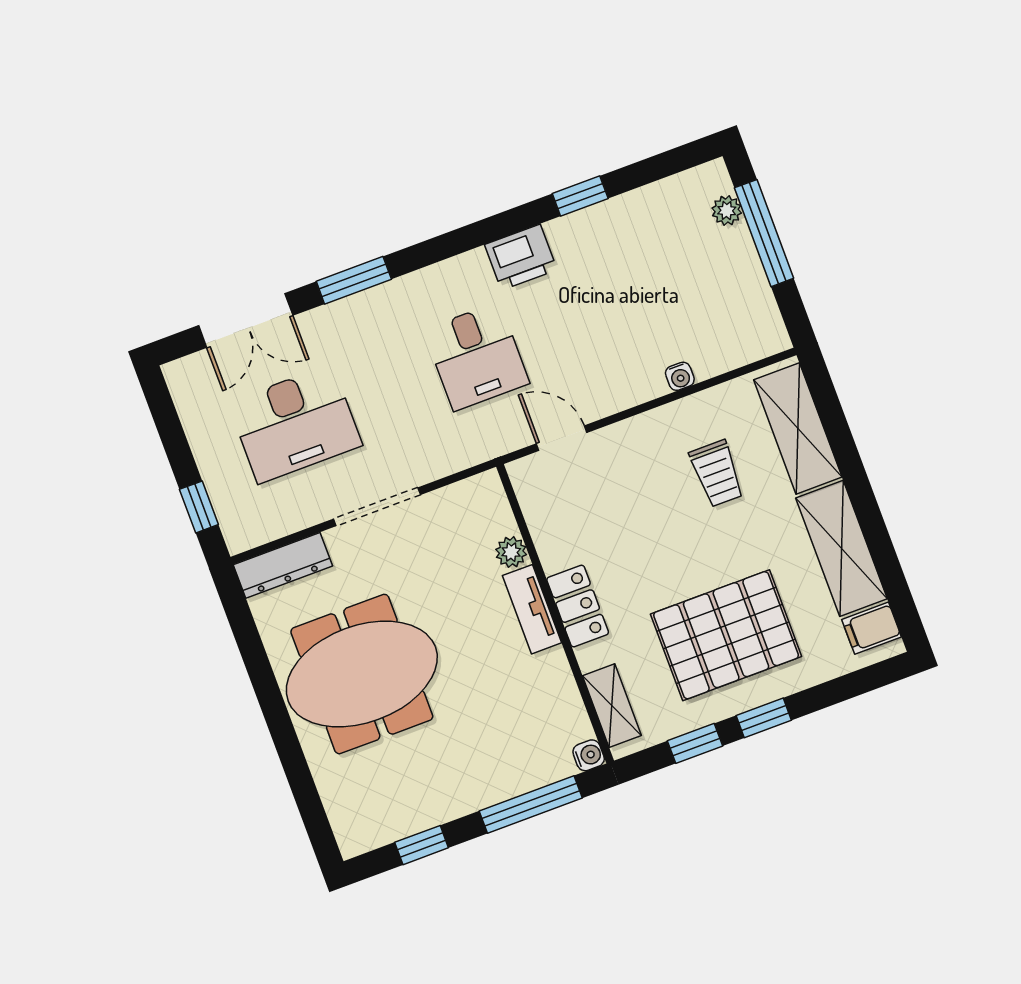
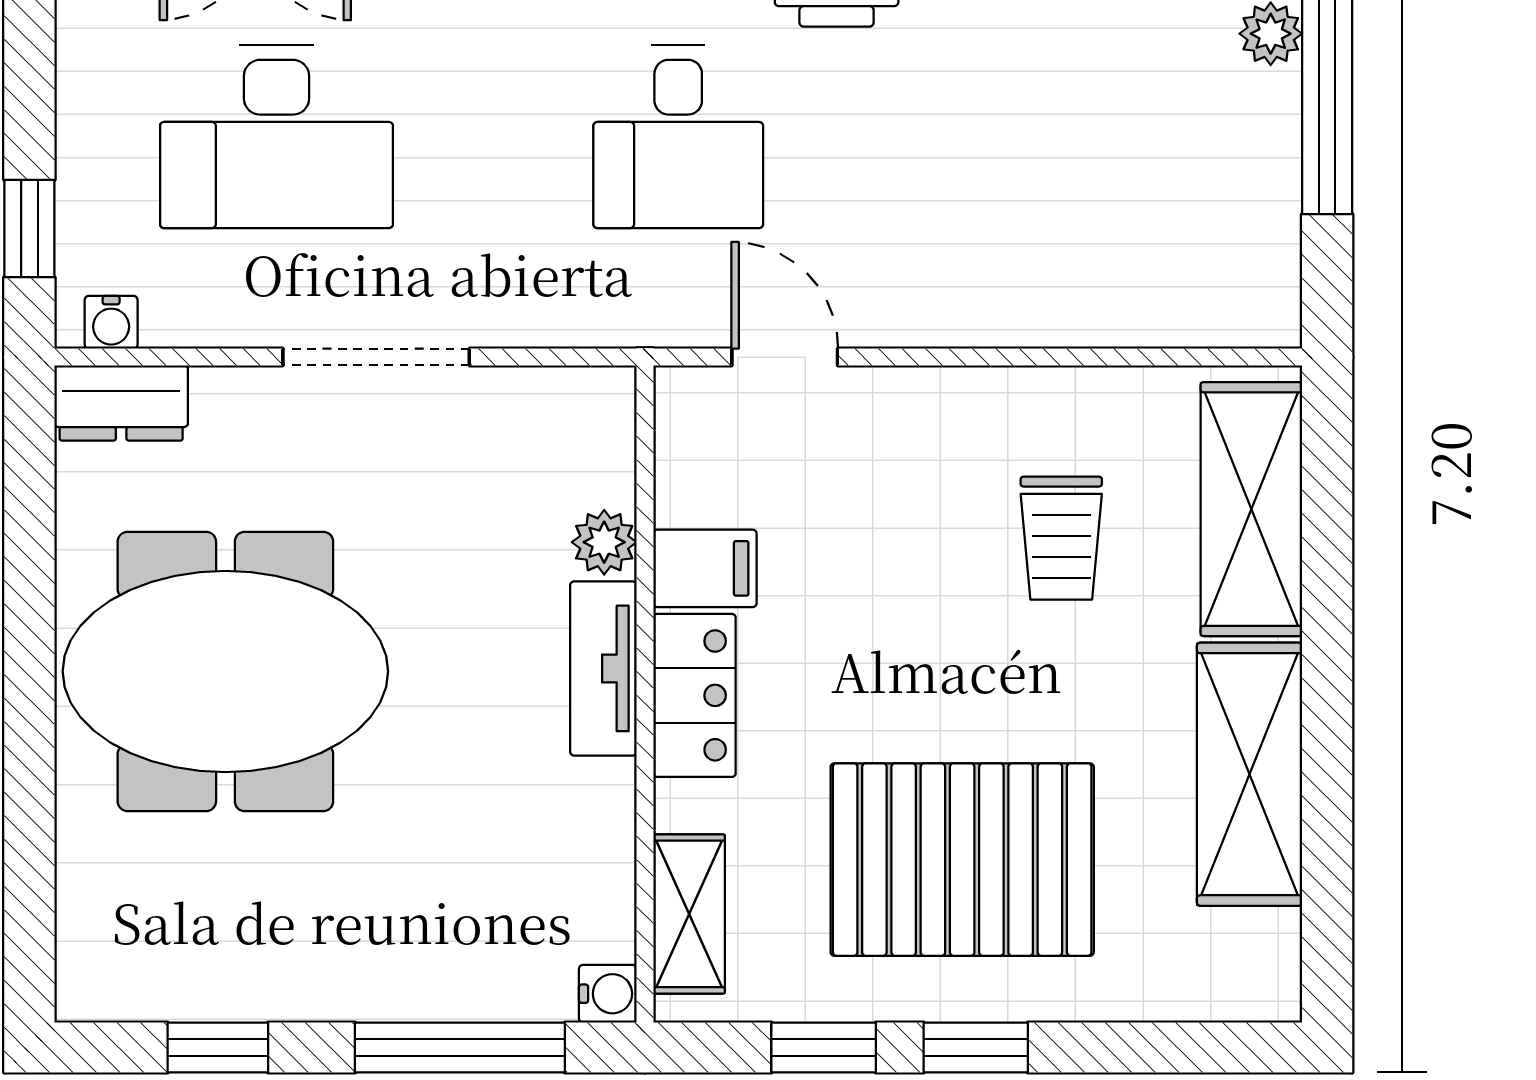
water cooler: (680, 376) -> (111, 322), moved
dresser: (283, 565) -> (121, 403), width x0.70
filing cabinet: (872, 628) -> (705, 568), moved, turned 180

